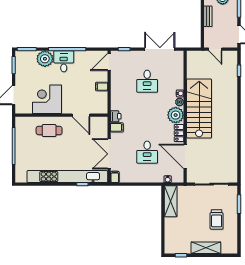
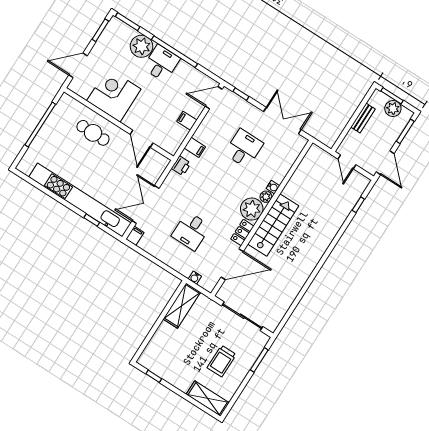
desk: (147, 81) -> (244, 148), turned 180
stairs: (199, 108) -> (273, 225), width x0.73, depth x0.66
filing cabinet: (117, 127) -> (195, 147), moved
door: (185, 156) -> (232, 264), swing flipped
shelving: (206, 248) -> (208, 398), moved

